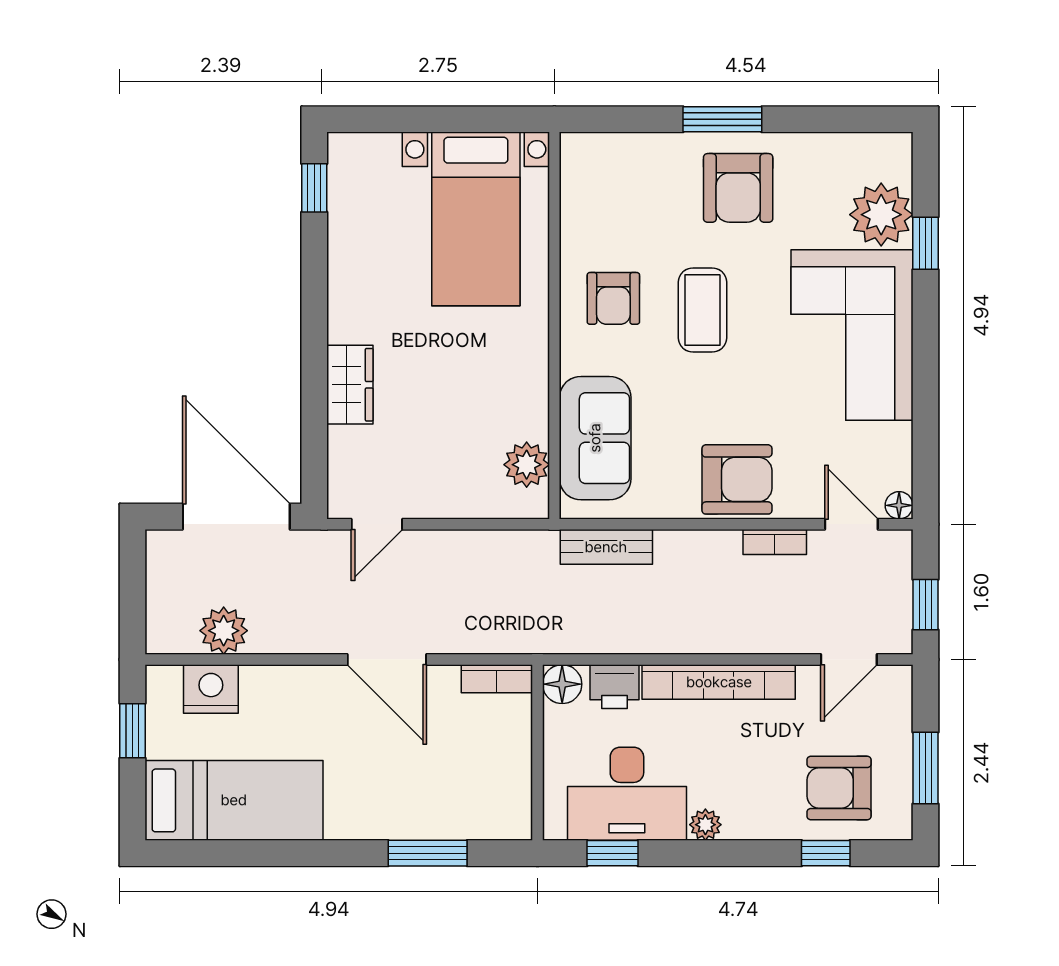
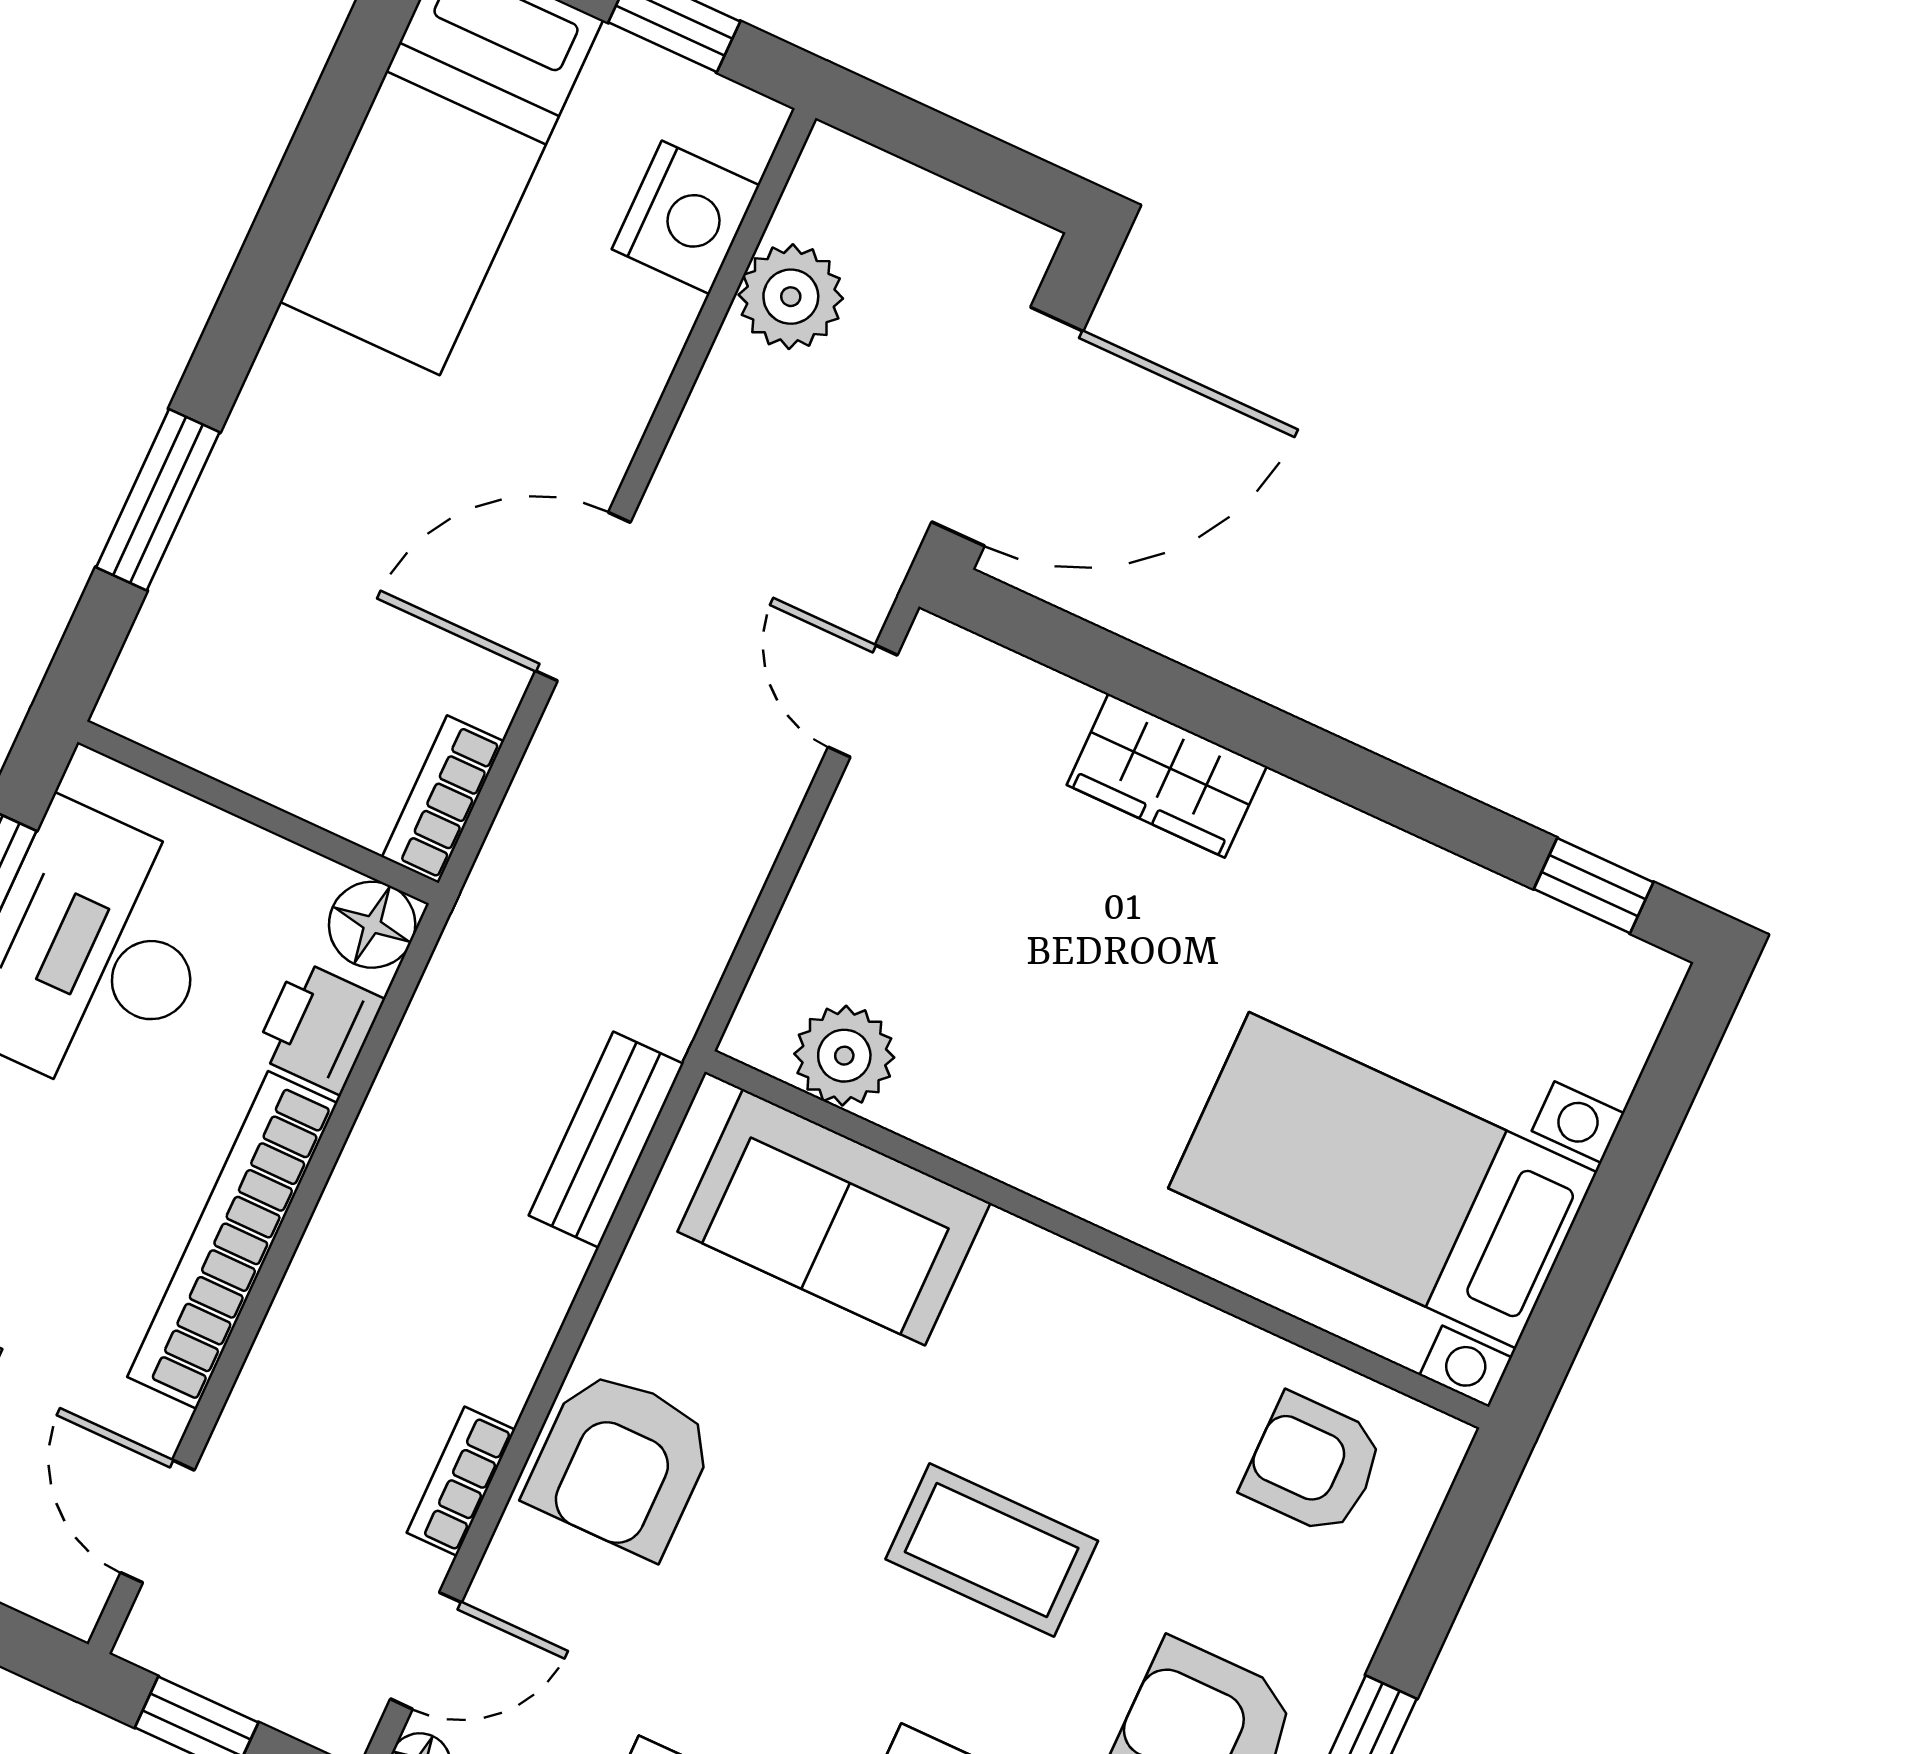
armchair: (613, 298) -> (1313, 1464), moved

